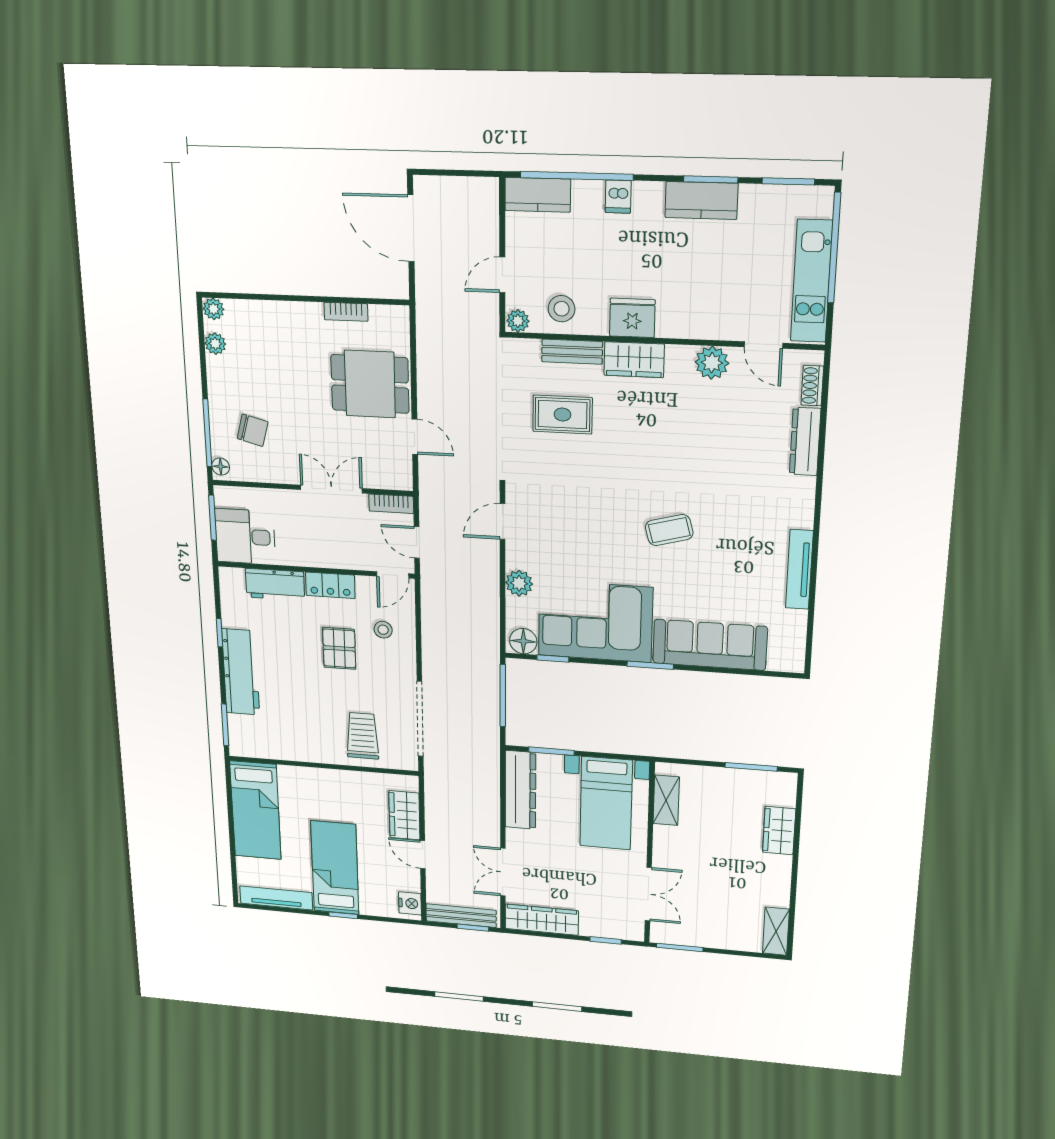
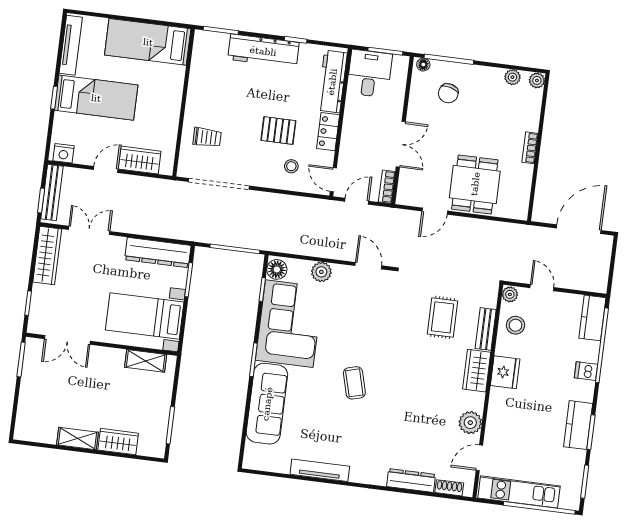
bookcase: (346, 312) -> (530, 148), moved
workbench: (275, 585) -> (332, 82), width x1.38
trolley: (362, 736) -> (207, 137), width x0.73, depth x0.72
shelving: (776, 931) -> (78, 439), moved

